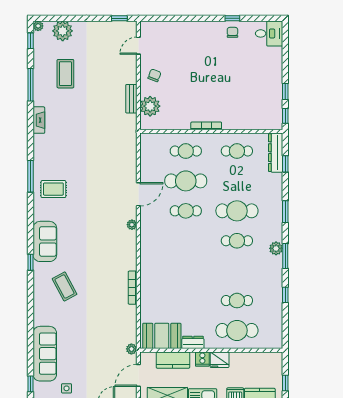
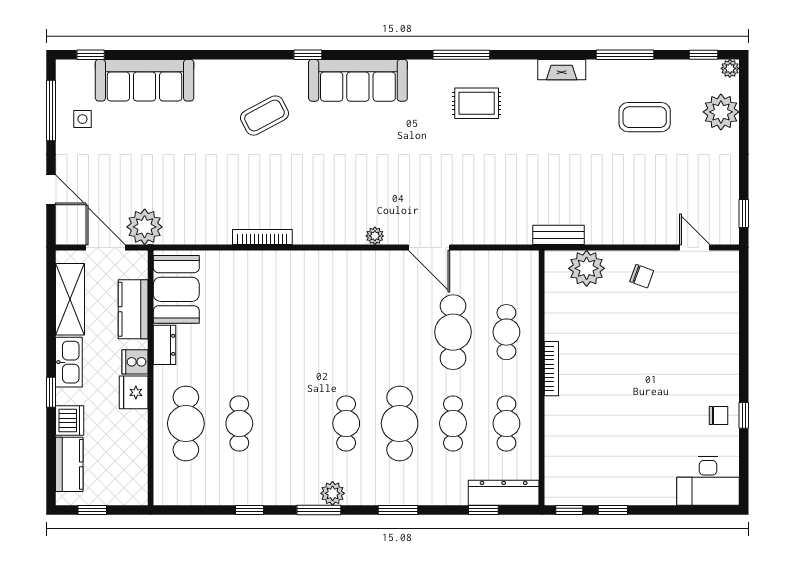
desk: (269, 33) -> (708, 481), width x1.37
bench: (131, 99) -> (558, 235), moved
rug: (53, 189) -> (477, 103), moved, turned 90
cafe table: (186, 211) -> (453, 423), moved
sofa: (45, 241) -> (358, 80), width x1.36
plant: (131, 349) -> (145, 227), width x1.87, depth x1.87

